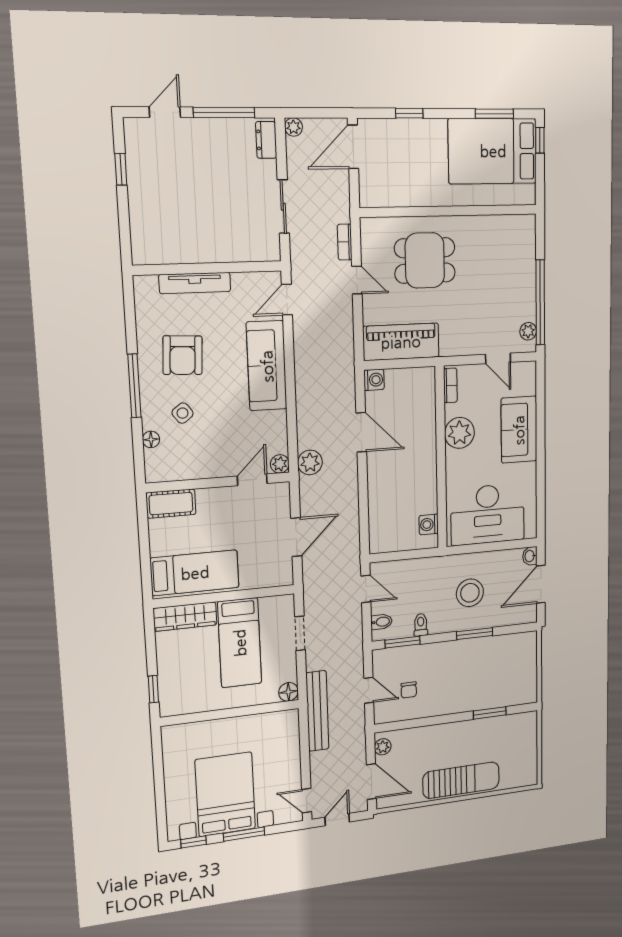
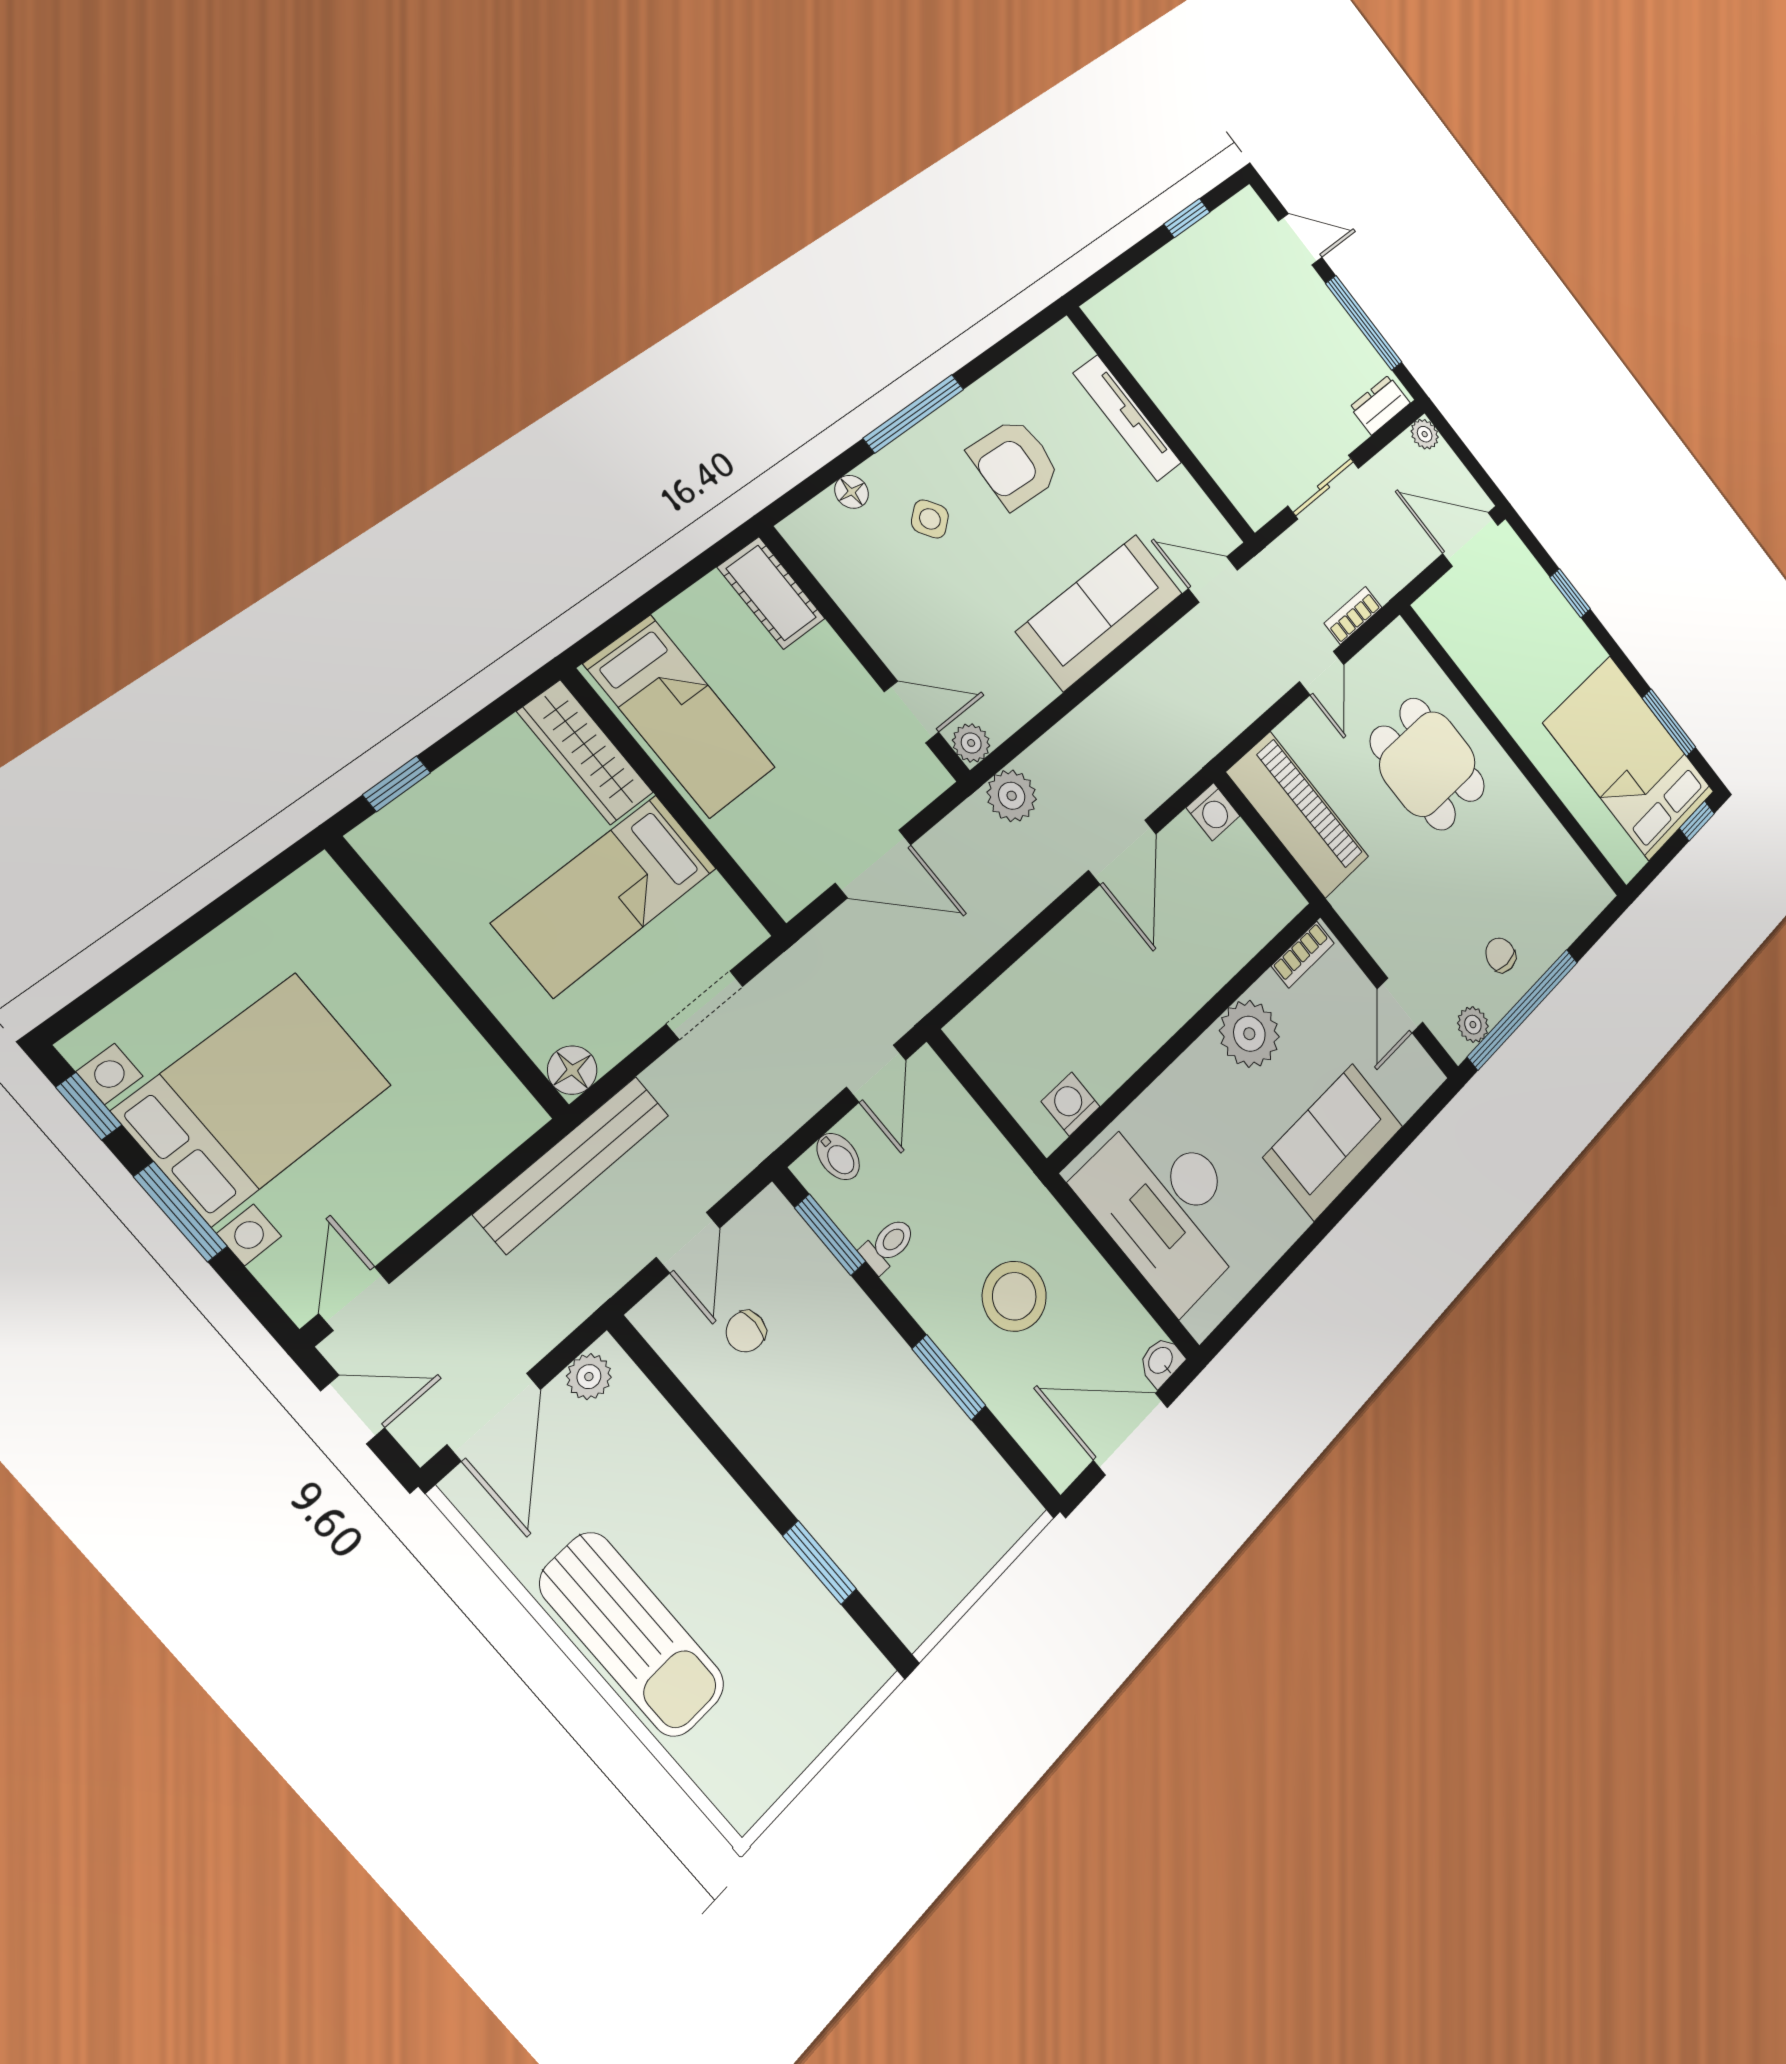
chair: (515, 294) -> (1501, 955), added

